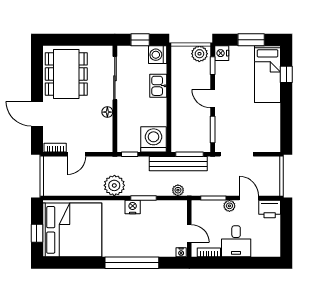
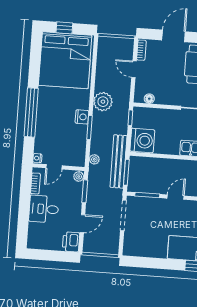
floor lamp: (107, 112) -> (149, 99), moved
plant: (229, 206) -> (79, 176), moved

